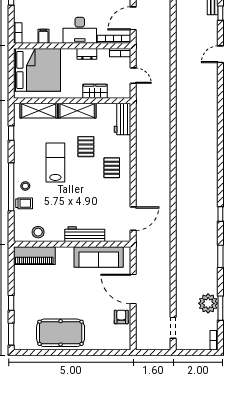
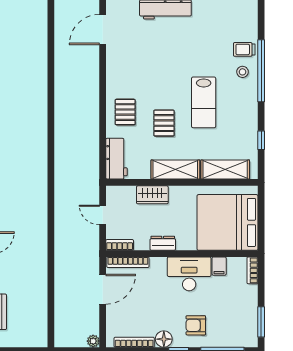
desk: (80, 30) -> (189, 274), moved
pallet: (112, 168) -> (125, 112), moved
stool: (38, 232) -> (226, 12), removed

